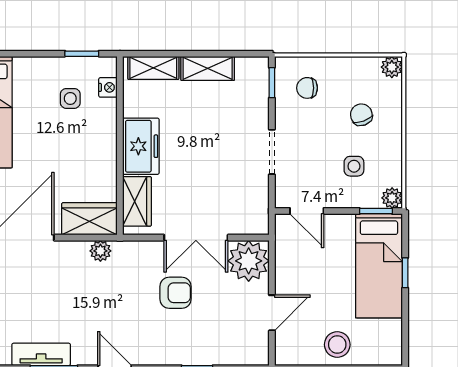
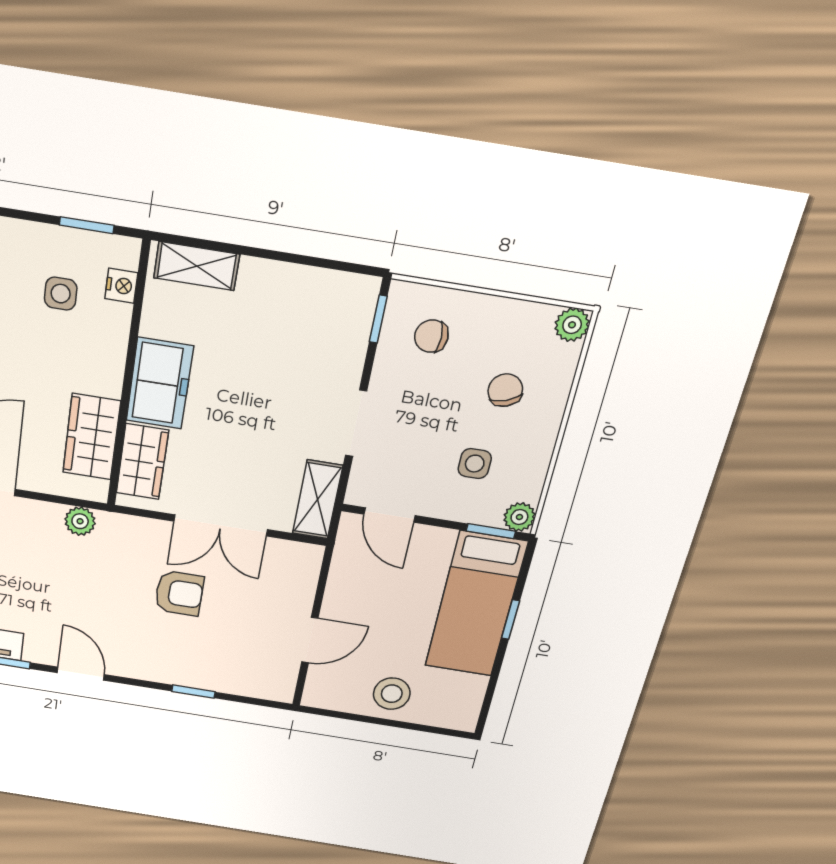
shelving: (208, 68) -> (317, 500), moved, turned 90
wardrobe: (89, 219) -> (92, 437), moved, turned -90
plant: (249, 261) -> (291, 568), removed

